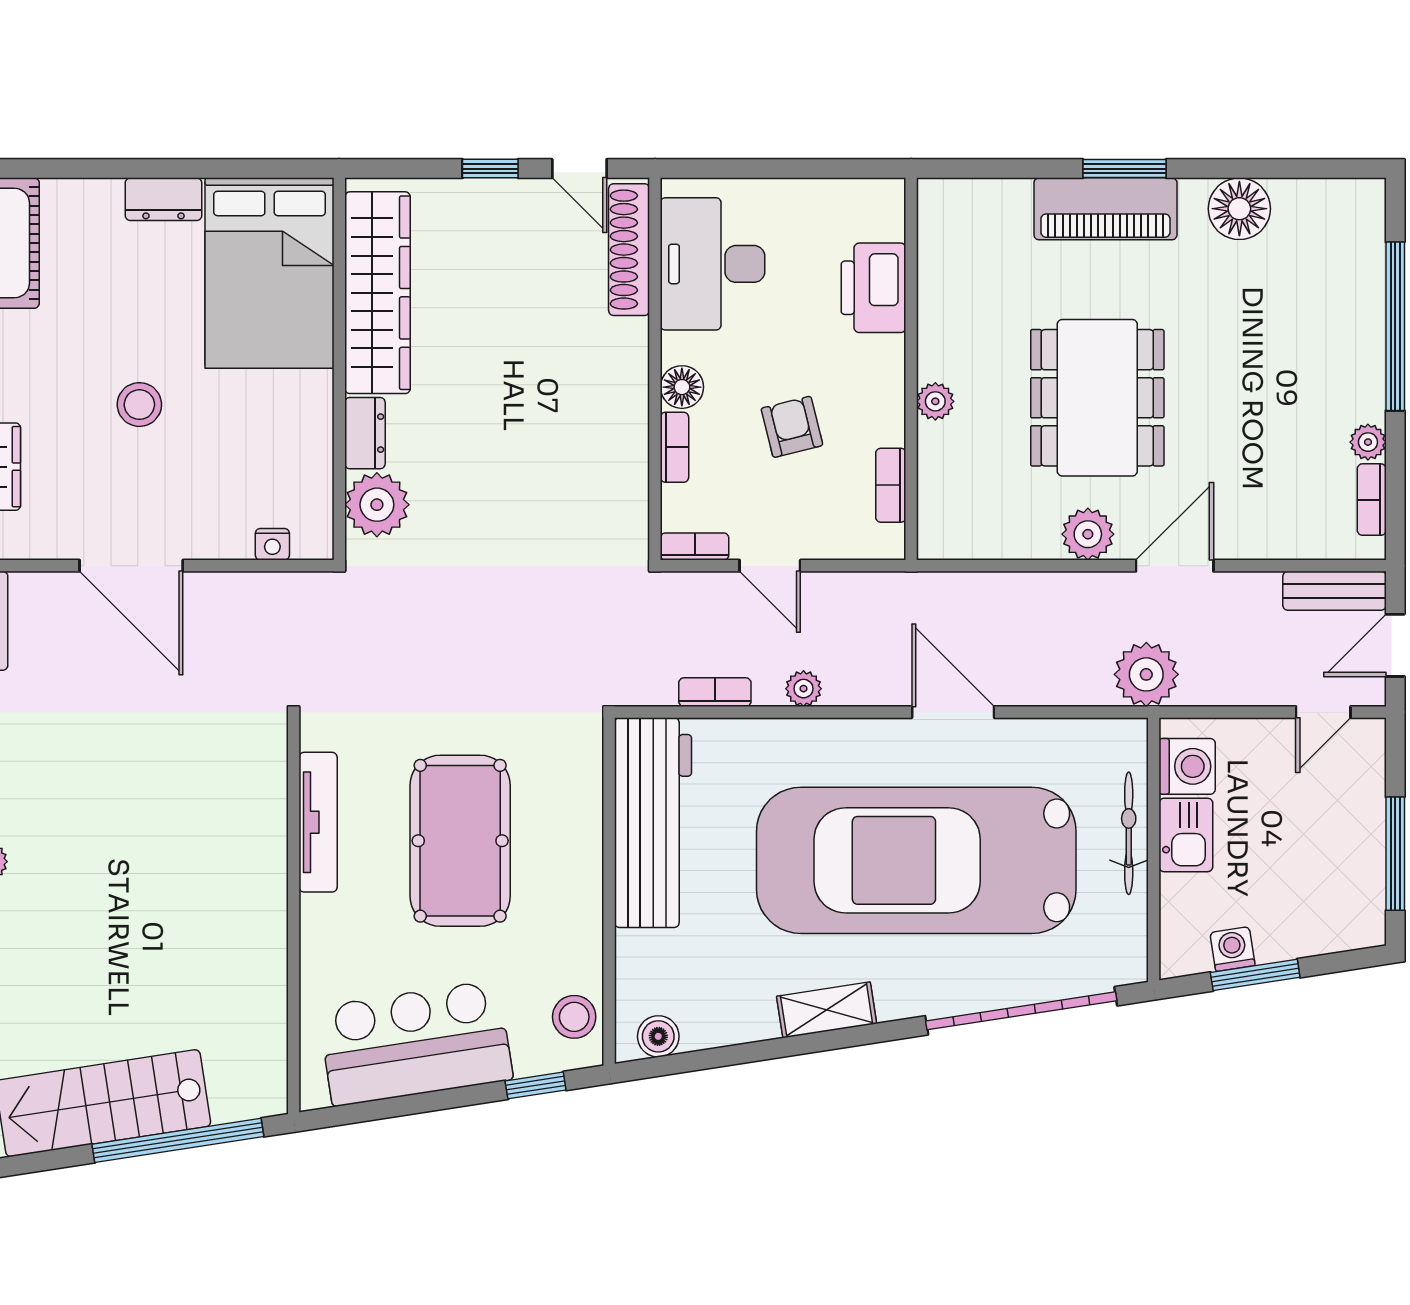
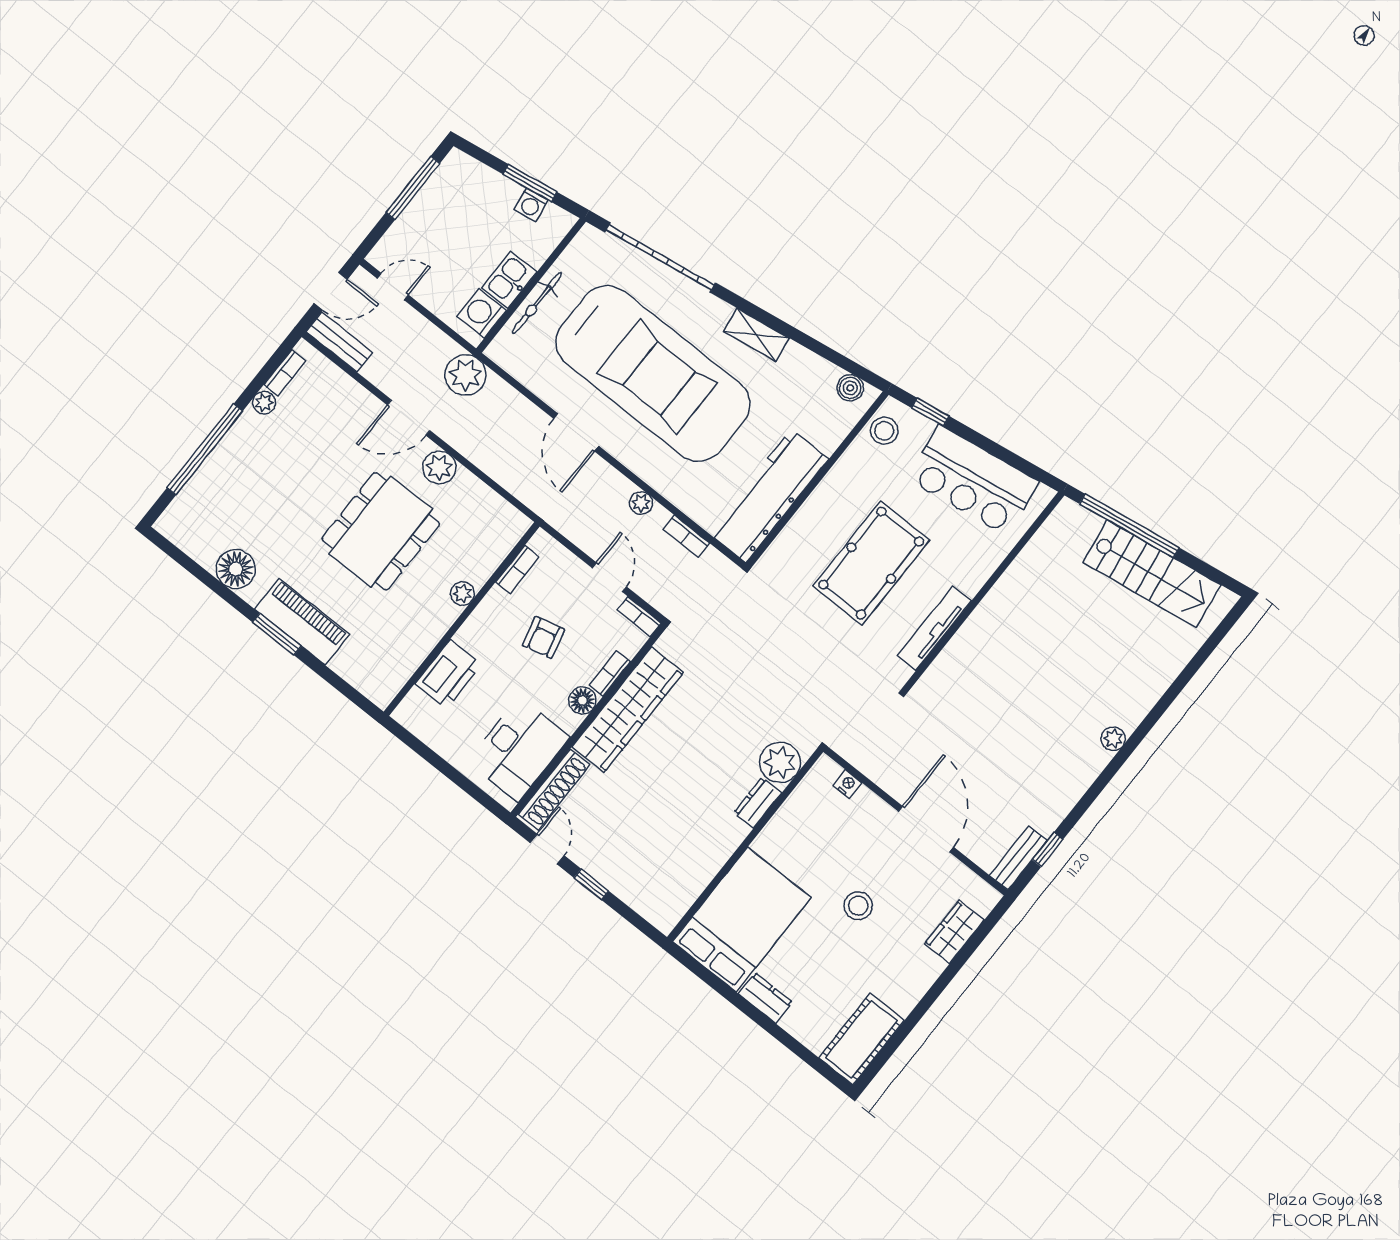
wardrobe: (378, 293) -> (628, 710), moved, turned 180

